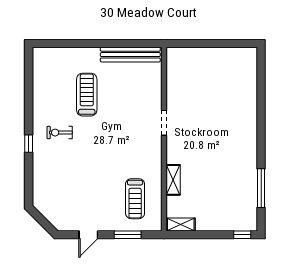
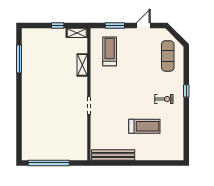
window: (220, 43) -> (49, 163), added
treadmill: (87, 95) -> (144, 126), turned -90
exercise mat: (54, 192) -> (168, 56), added
window: (242, 235) -> (58, 25), moved

